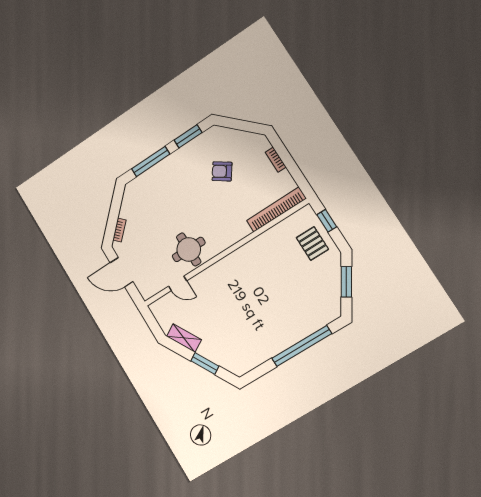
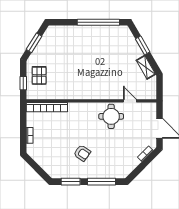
armchair: (222, 171) -> (82, 153), moved
window: (302, 346) -> (98, 22), moved

